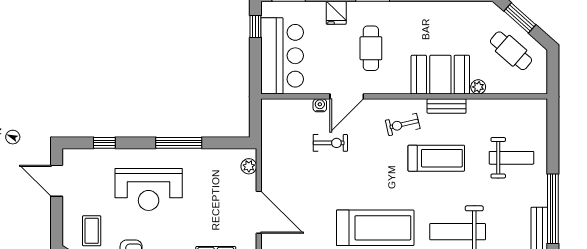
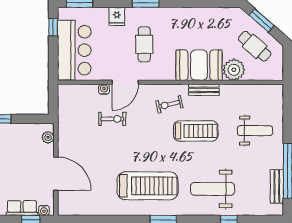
plant: (478, 87) -> (234, 70), width x1.88, depth x1.88

